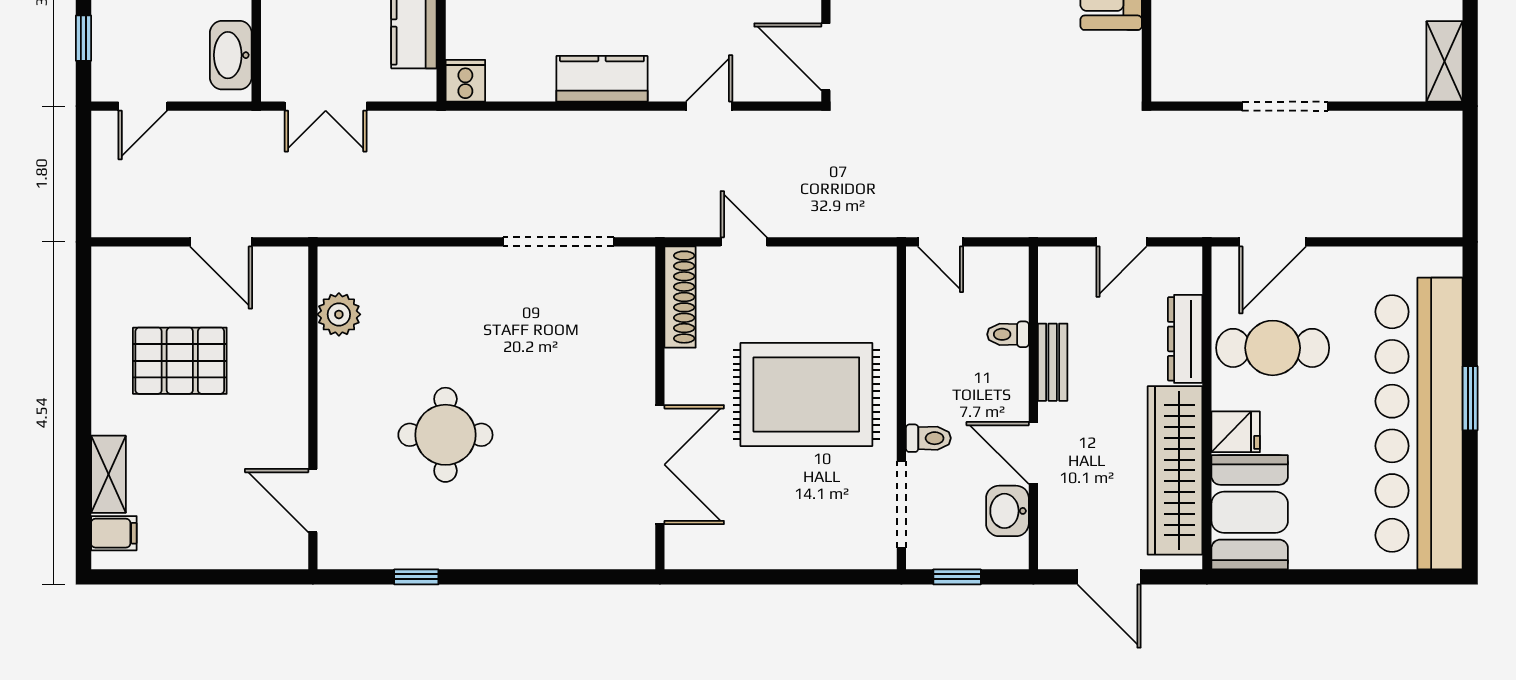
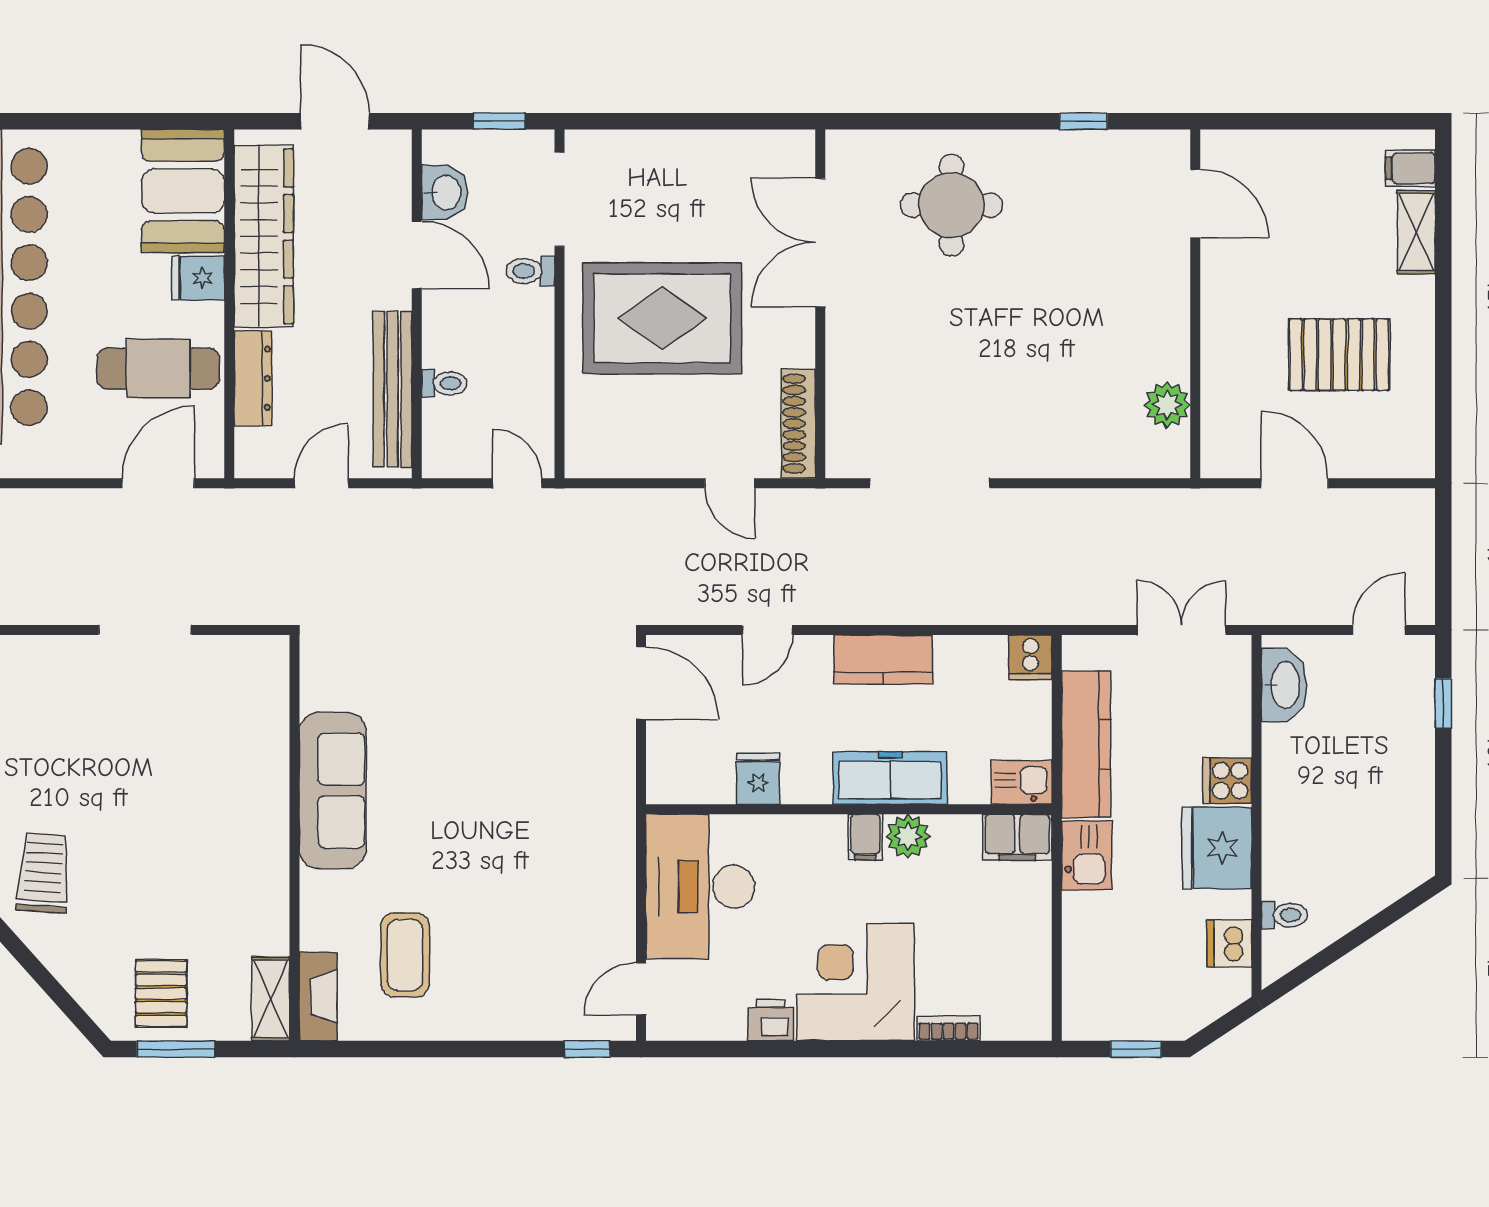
bench: (1053, 362) -> (393, 389), width x1.86, depth x1.21
round table: (445, 435) -> (951, 205), moved

